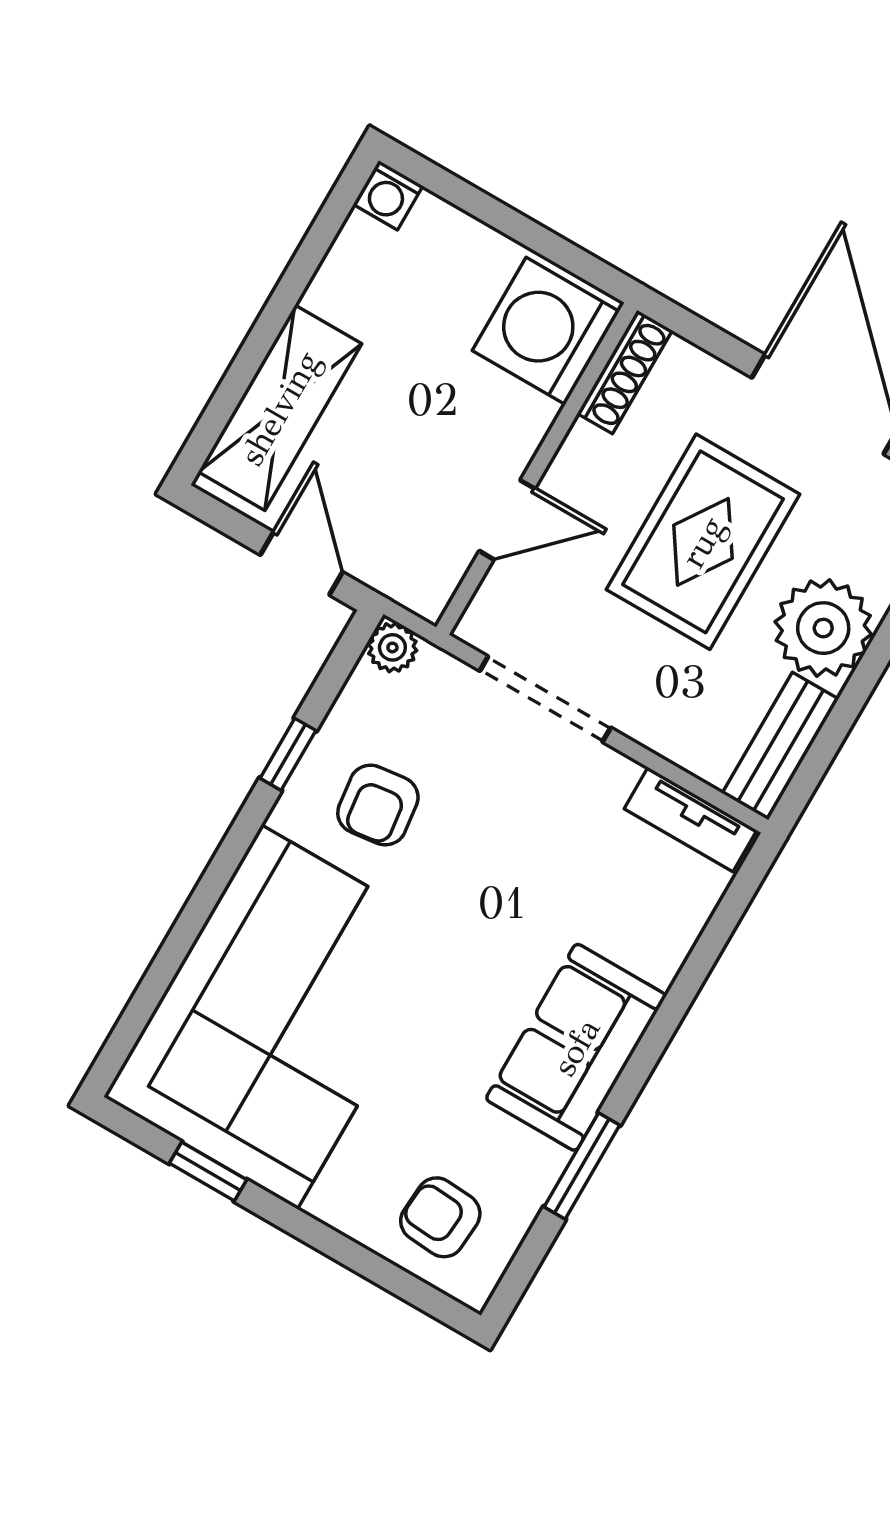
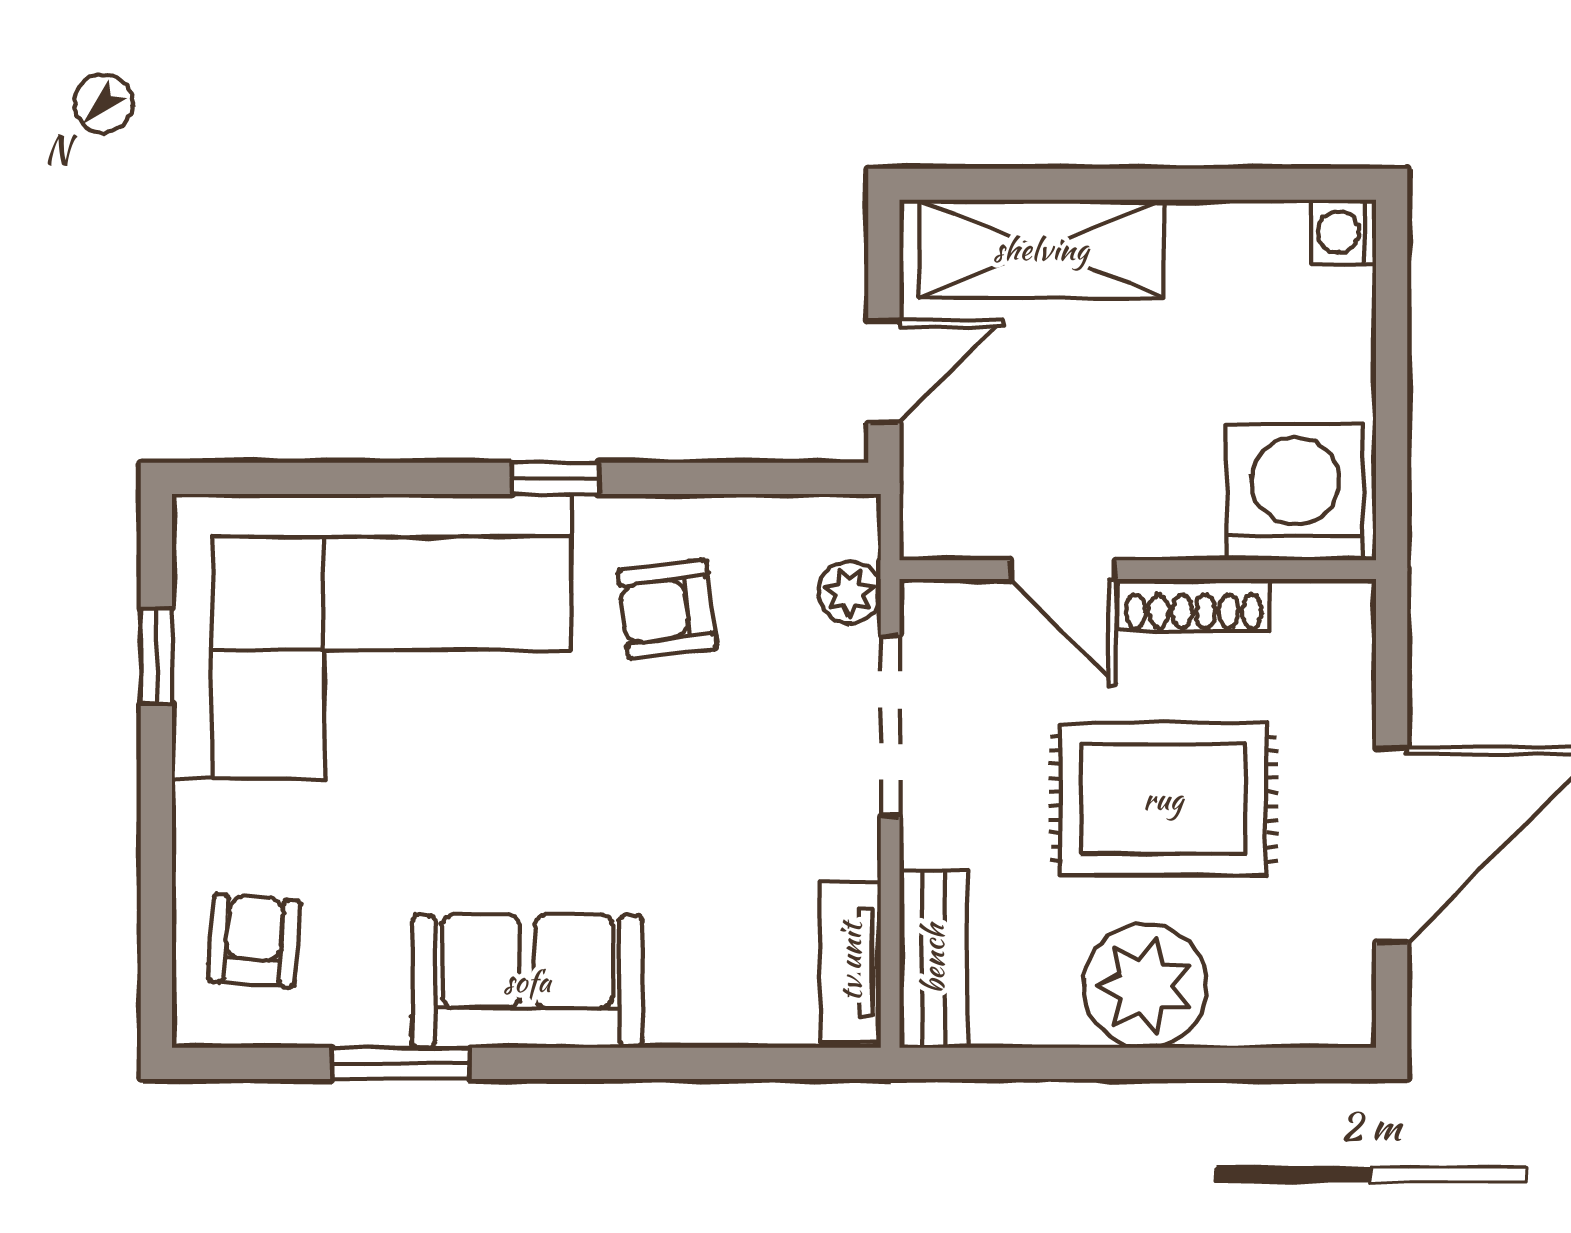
shoe rack: (625, 372) -> (1194, 605), moved
plant: (392, 647) -> (850, 592), moved
bench: (780, 746) -> (933, 959), moved, turned 90
window: (288, 754) -> (555, 478), moved

